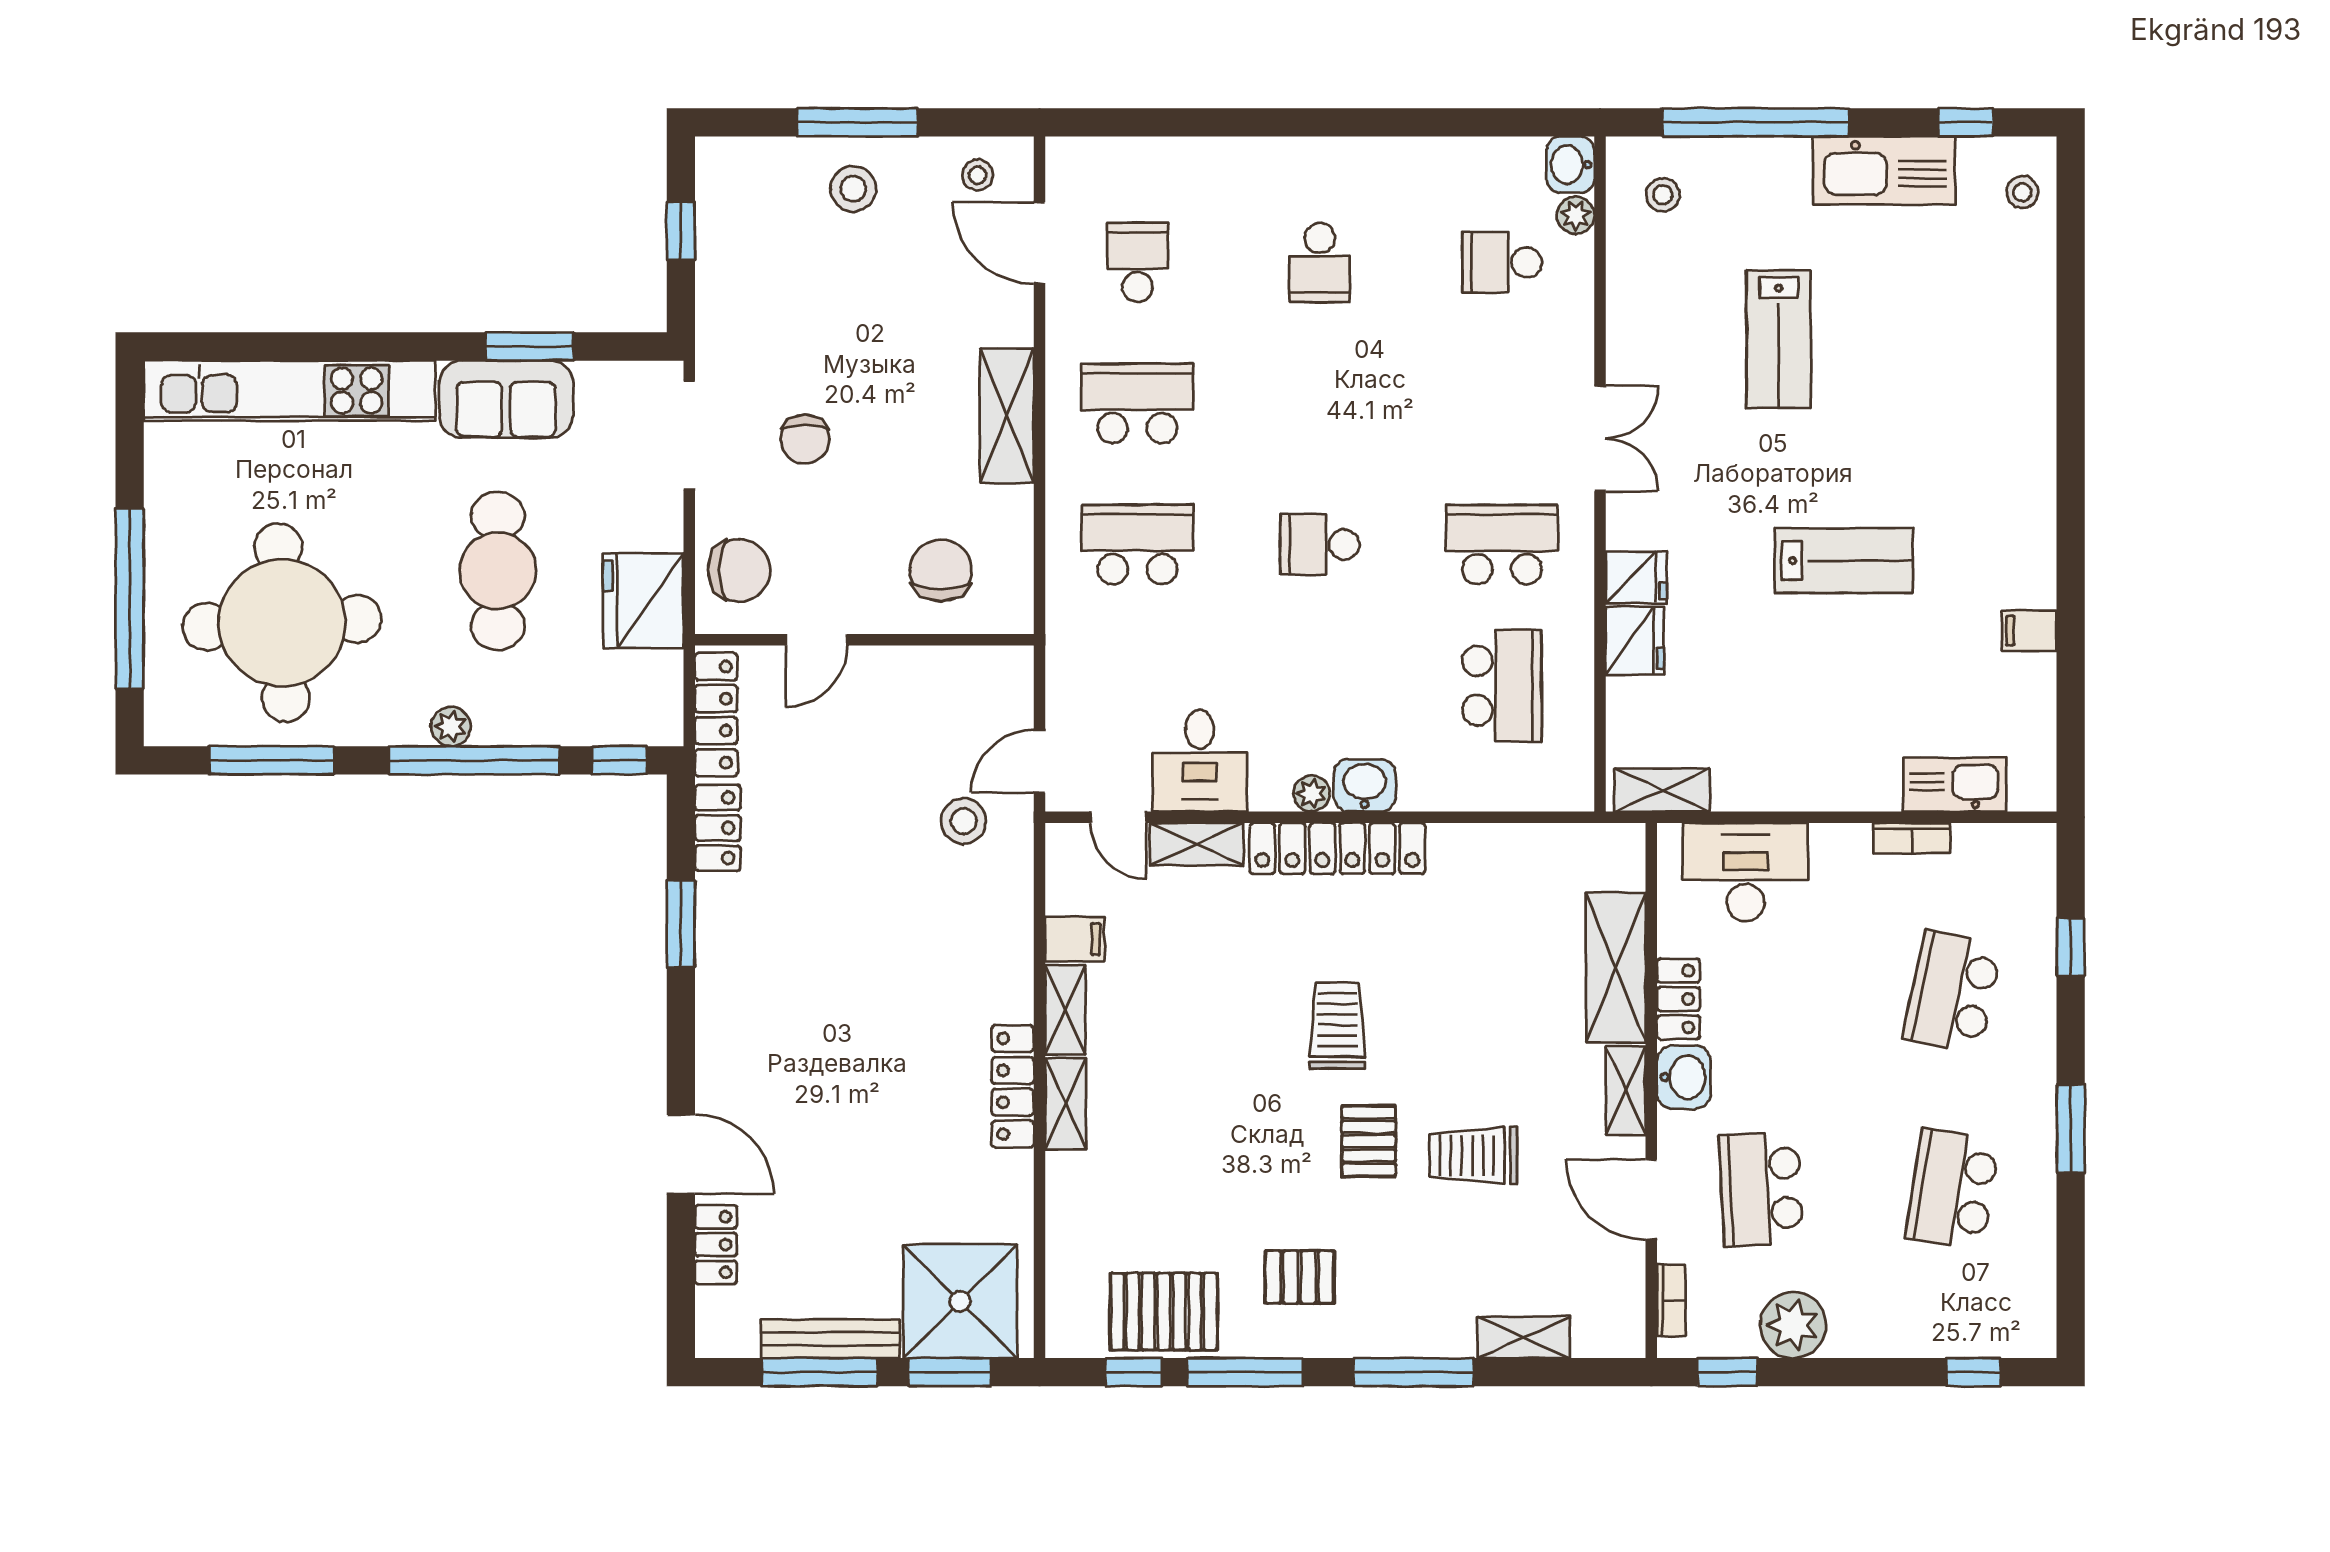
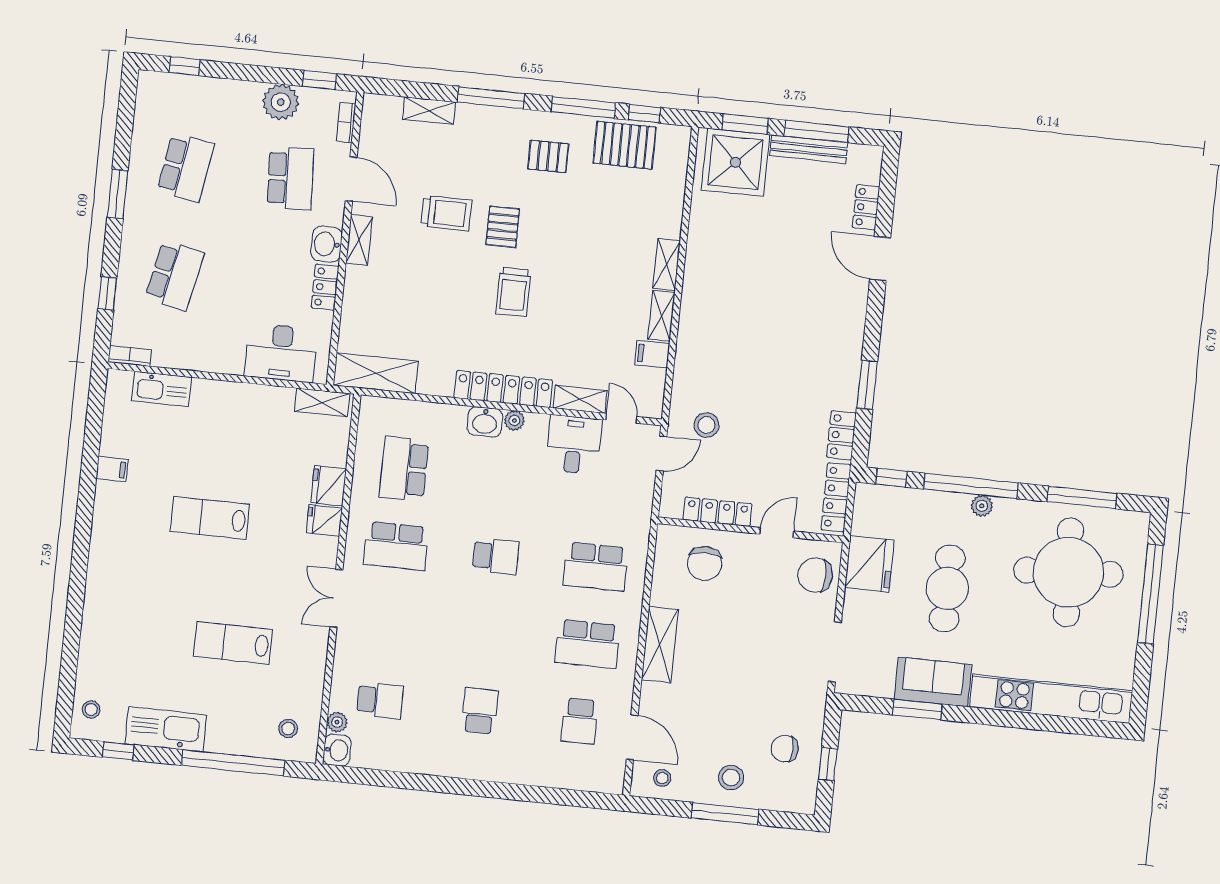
lab bench: (1779, 339) -> (233, 643), turned -90
chair: (805, 439) -> (785, 749), moved, turned -90
bookcase: (1912, 838) -> (130, 356), moved
shelving: (1616, 968) -> (376, 373), moved, turned 90
locker: (1013, 1086) -> (718, 512), moved, turned -90

